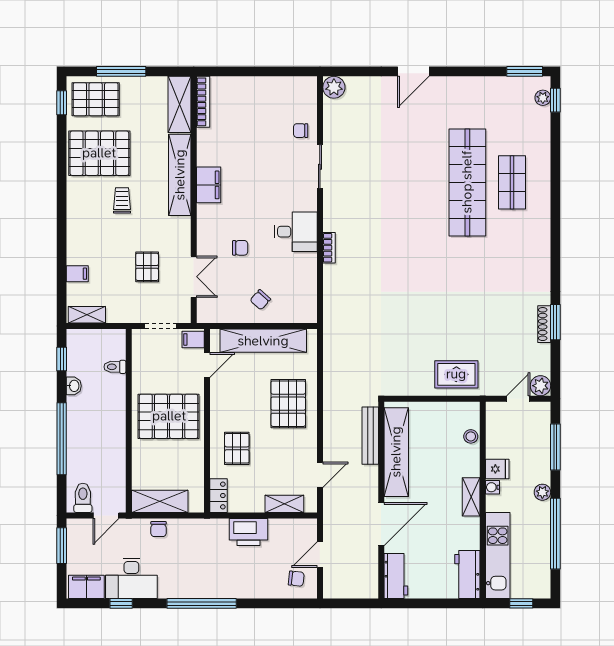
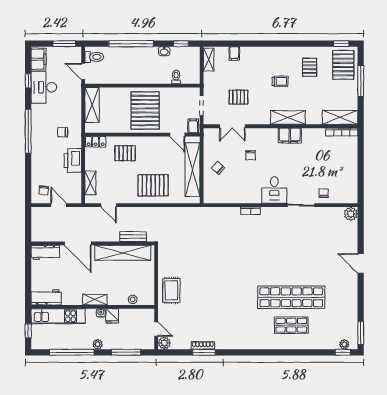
pallet: (99, 153) -> (310, 67), width x0.49, depth x0.50
shelving: (180, 175) -> (288, 117), width x0.68
desk: (296, 232) -> (274, 190), moved
bench: (370, 436) -> (133, 237), width x0.73
chair: (159, 529) -> (63, 132), moved

